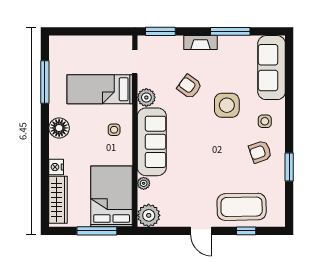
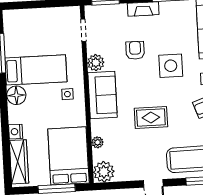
armchair: (189, 87) -> (135, 50), turned 54
bed: (100, 89) -> (36, 70), moved, turned 180
sofa: (152, 142) -> (103, 95), width x0.73
rug: (202, 160) -> (151, 117), added

